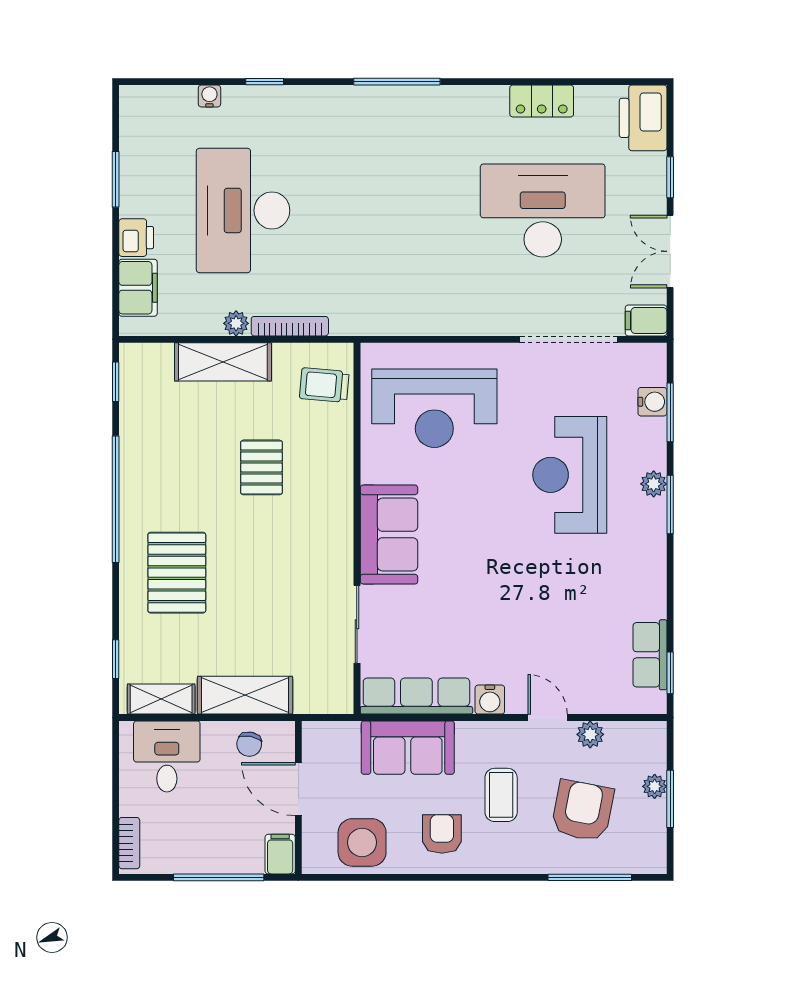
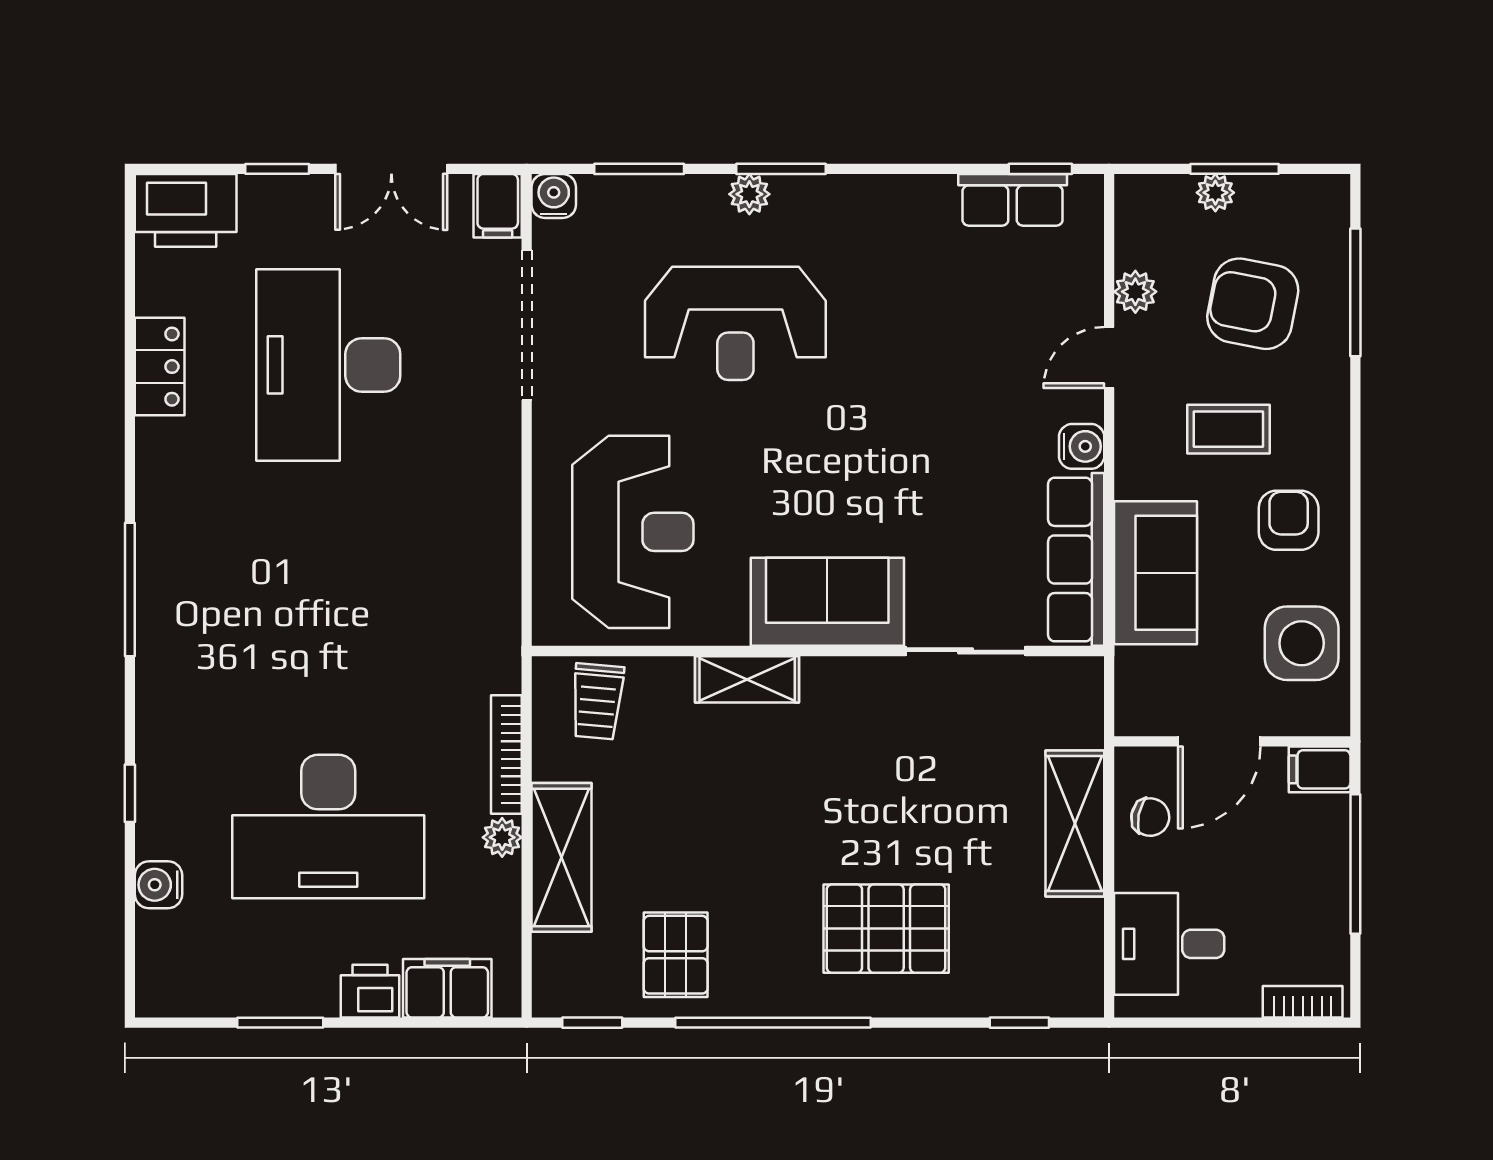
water cooler: (209, 96) -> (158, 885), width x1.38, depth x1.38
water cooler: (652, 402) -> (554, 196), moved
pallet: (261, 467) -> (676, 955), moved, turned 90
shelving: (161, 699) -> (747, 679), moved, turned 90
armchair: (442, 834) -> (1289, 520), turned 90

